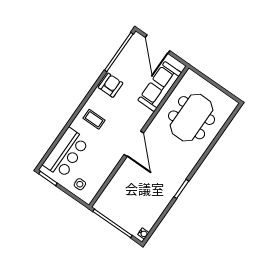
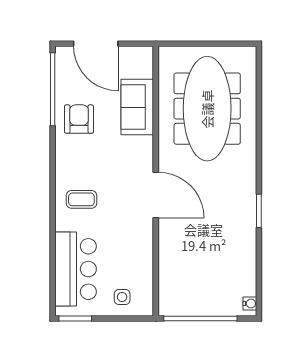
armchair: (111, 85) -> (79, 119), moved
sofa: (160, 86) -> (137, 107), width x0.73
meeting table: (192, 118) -> (207, 109), width x1.36

